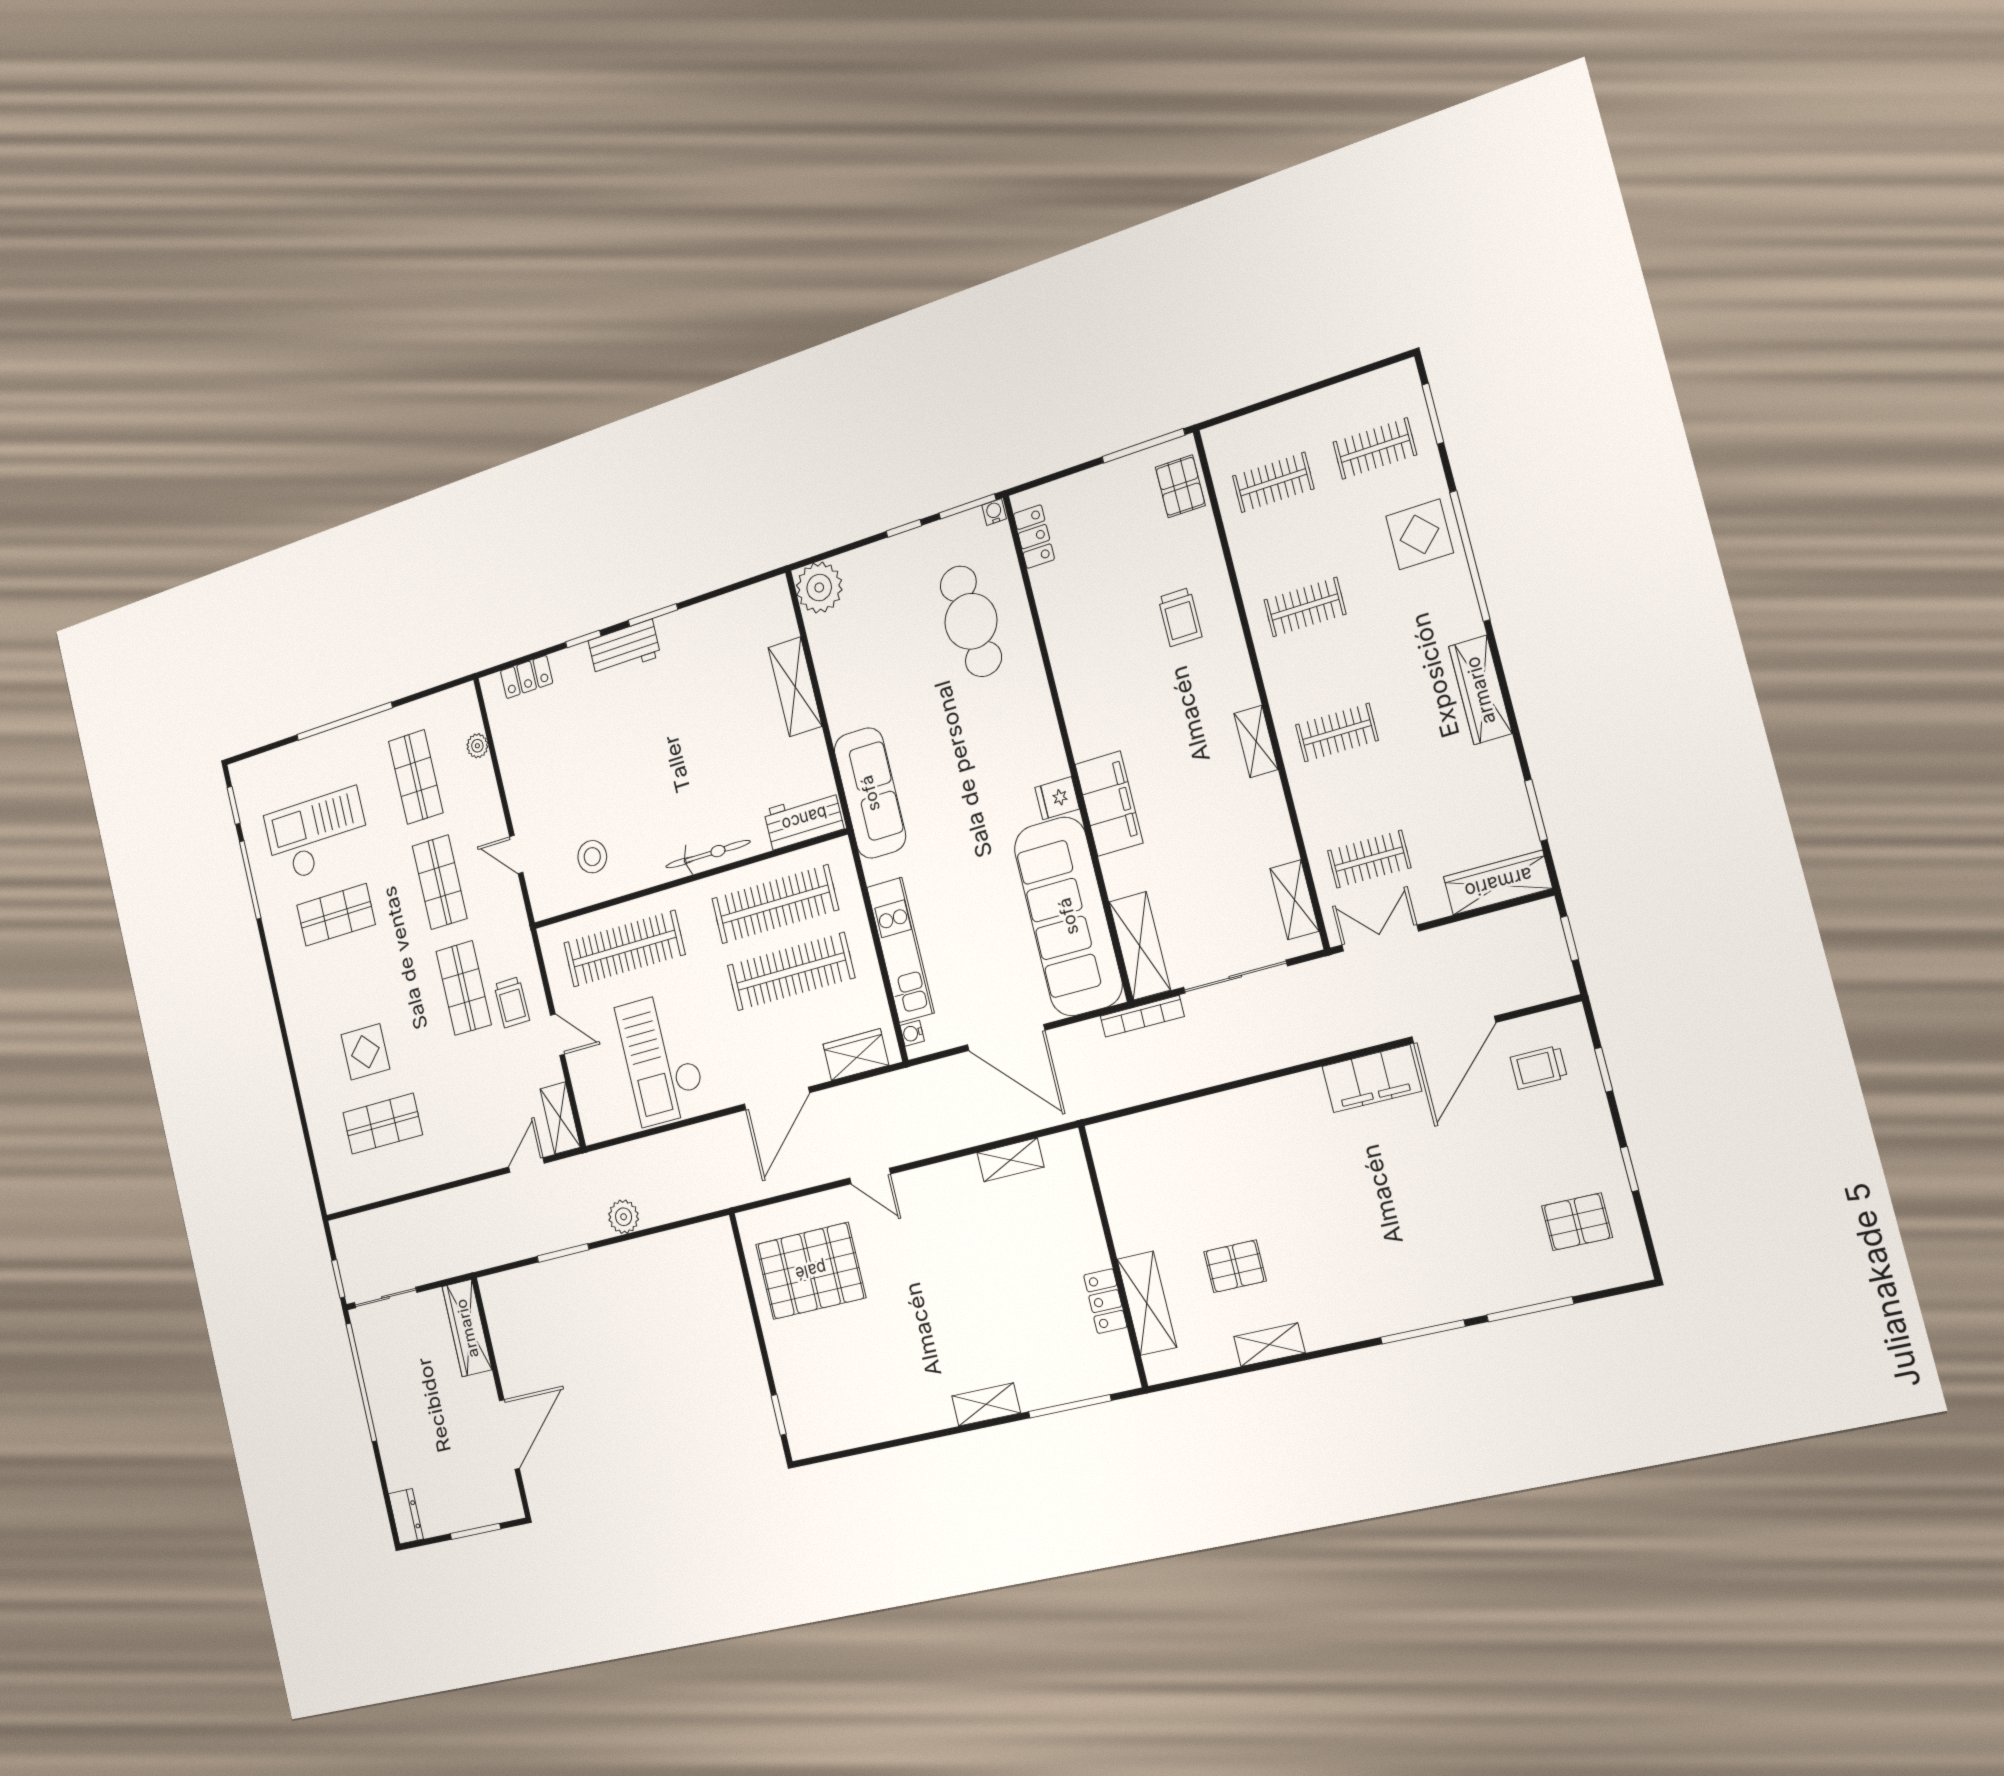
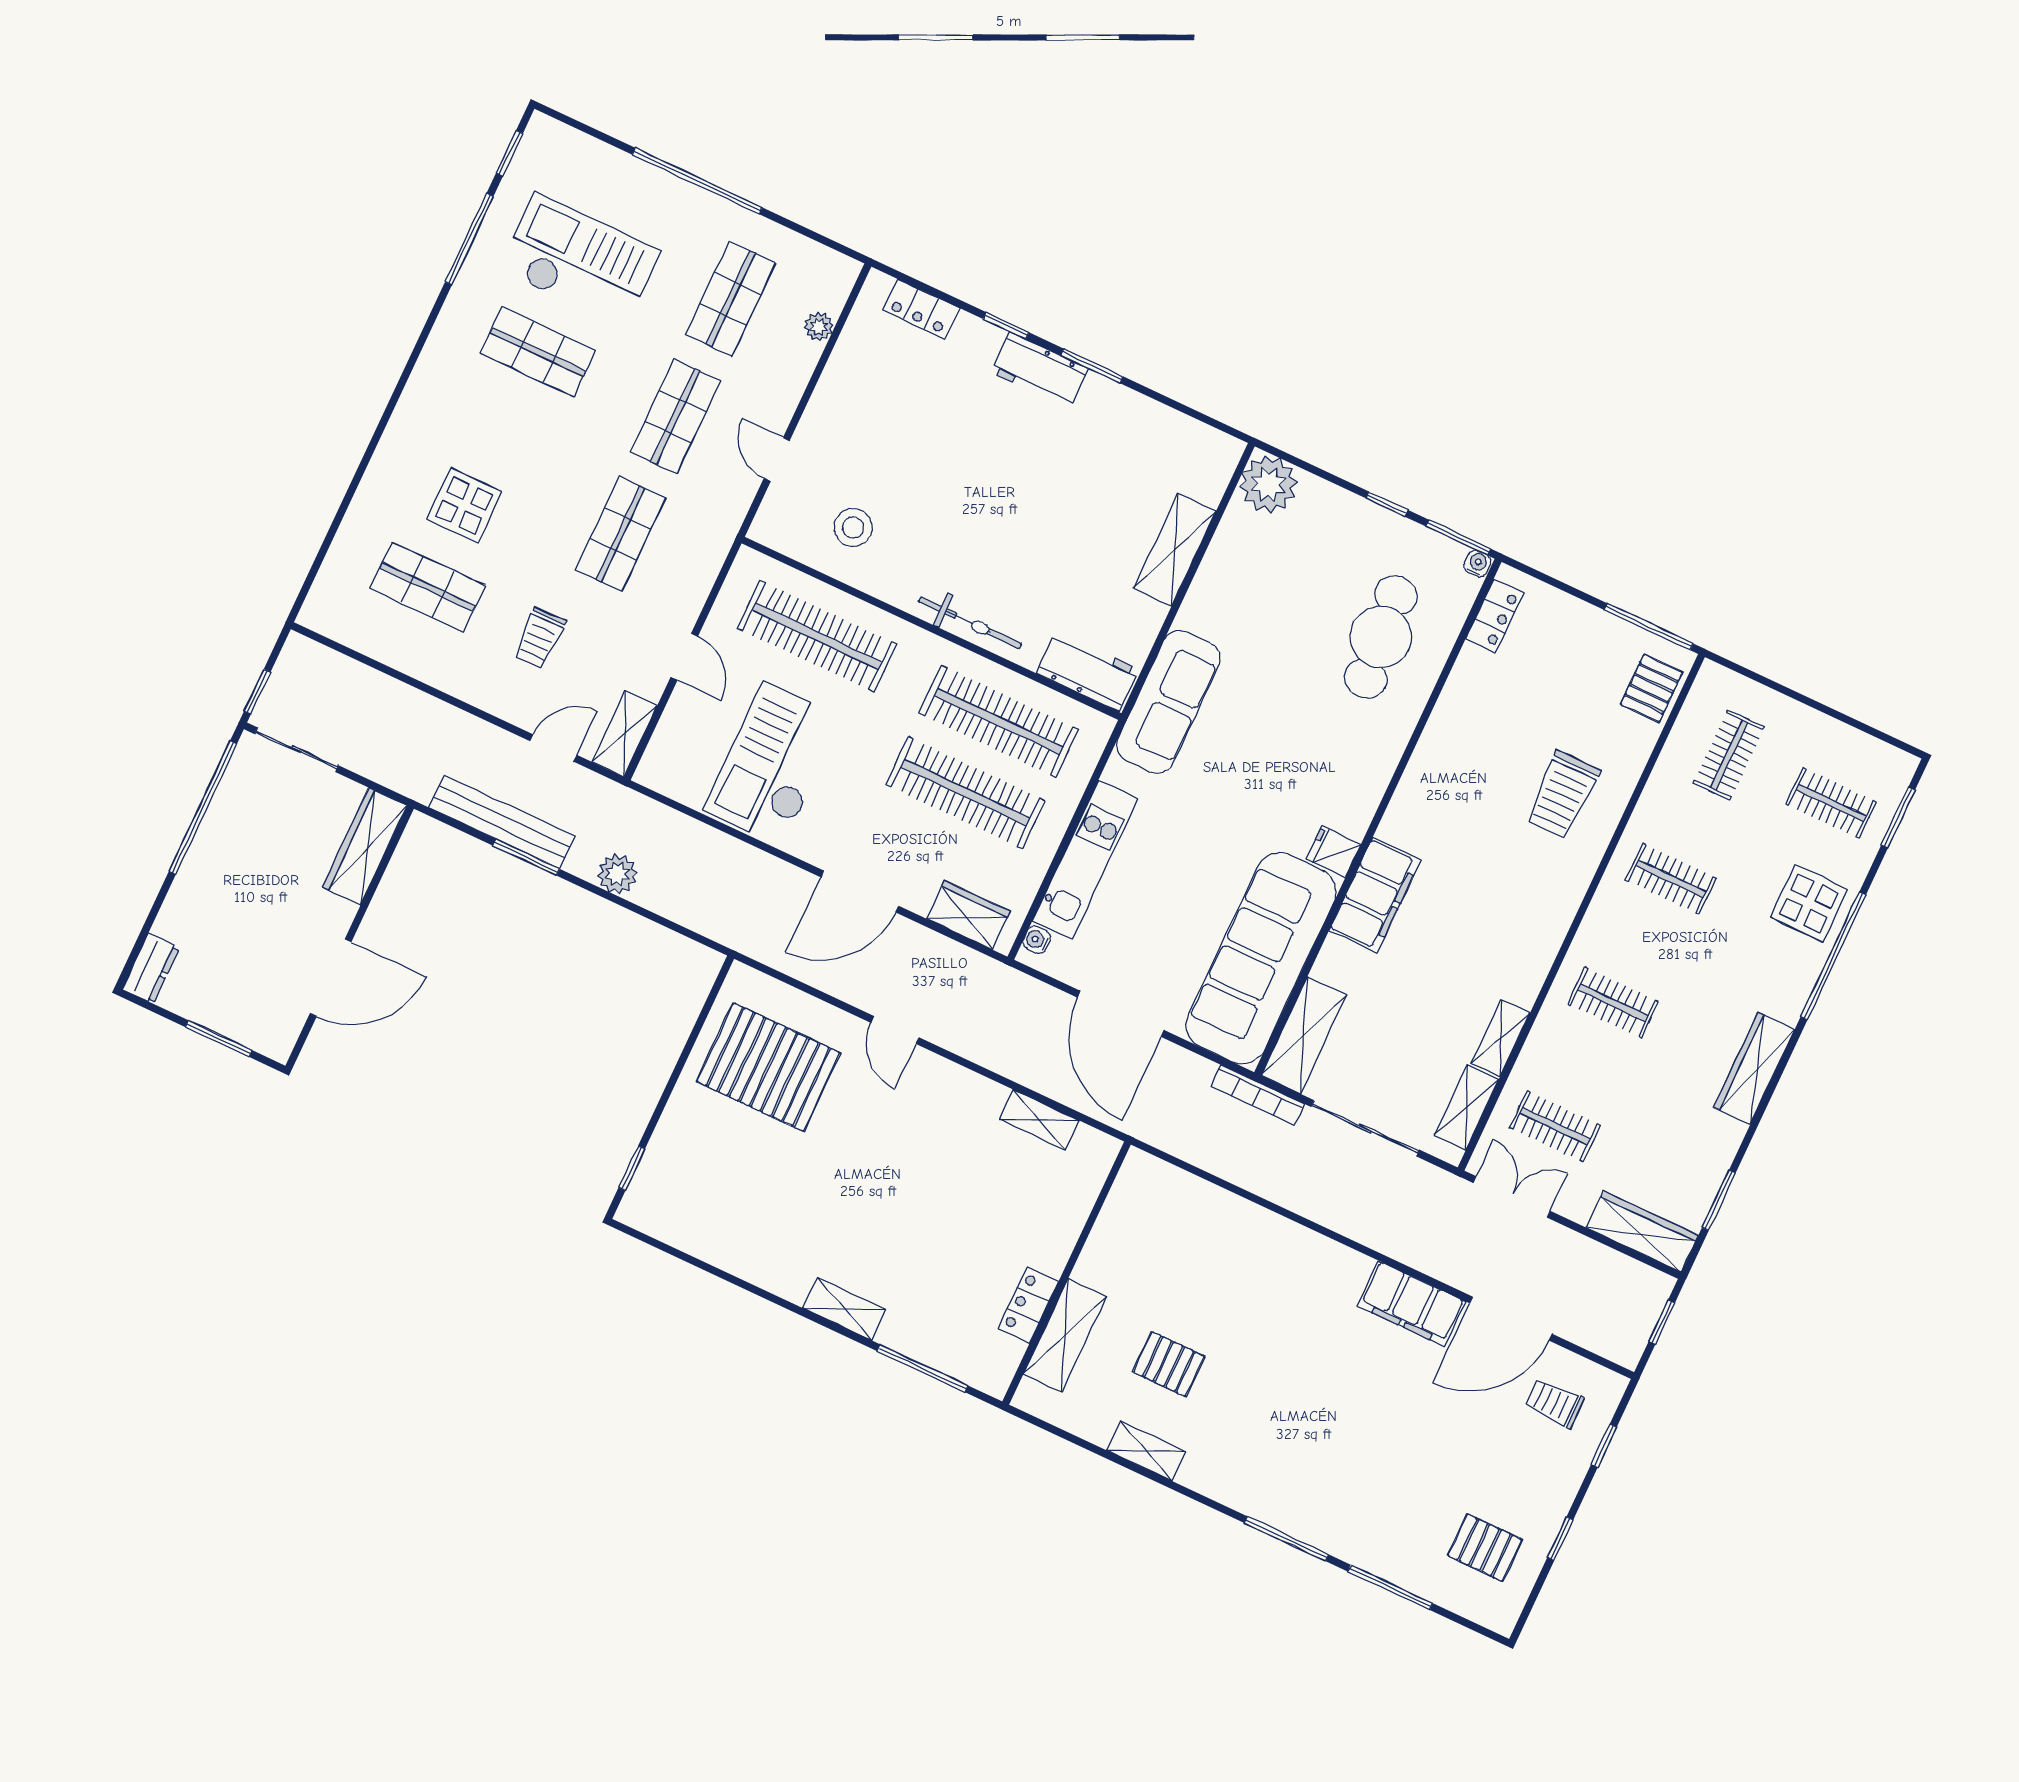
clothes rail: (1273, 482) -> (1729, 755), turned 90
trolley: (1180, 617) -> (1562, 795), width x1.36, depth x1.39
shelving: (1256, 741) -> (1501, 1038), moved
trolley: (512, 1002) -> (539, 638), moved
bench: (532, 1242) -> (502, 822), added

